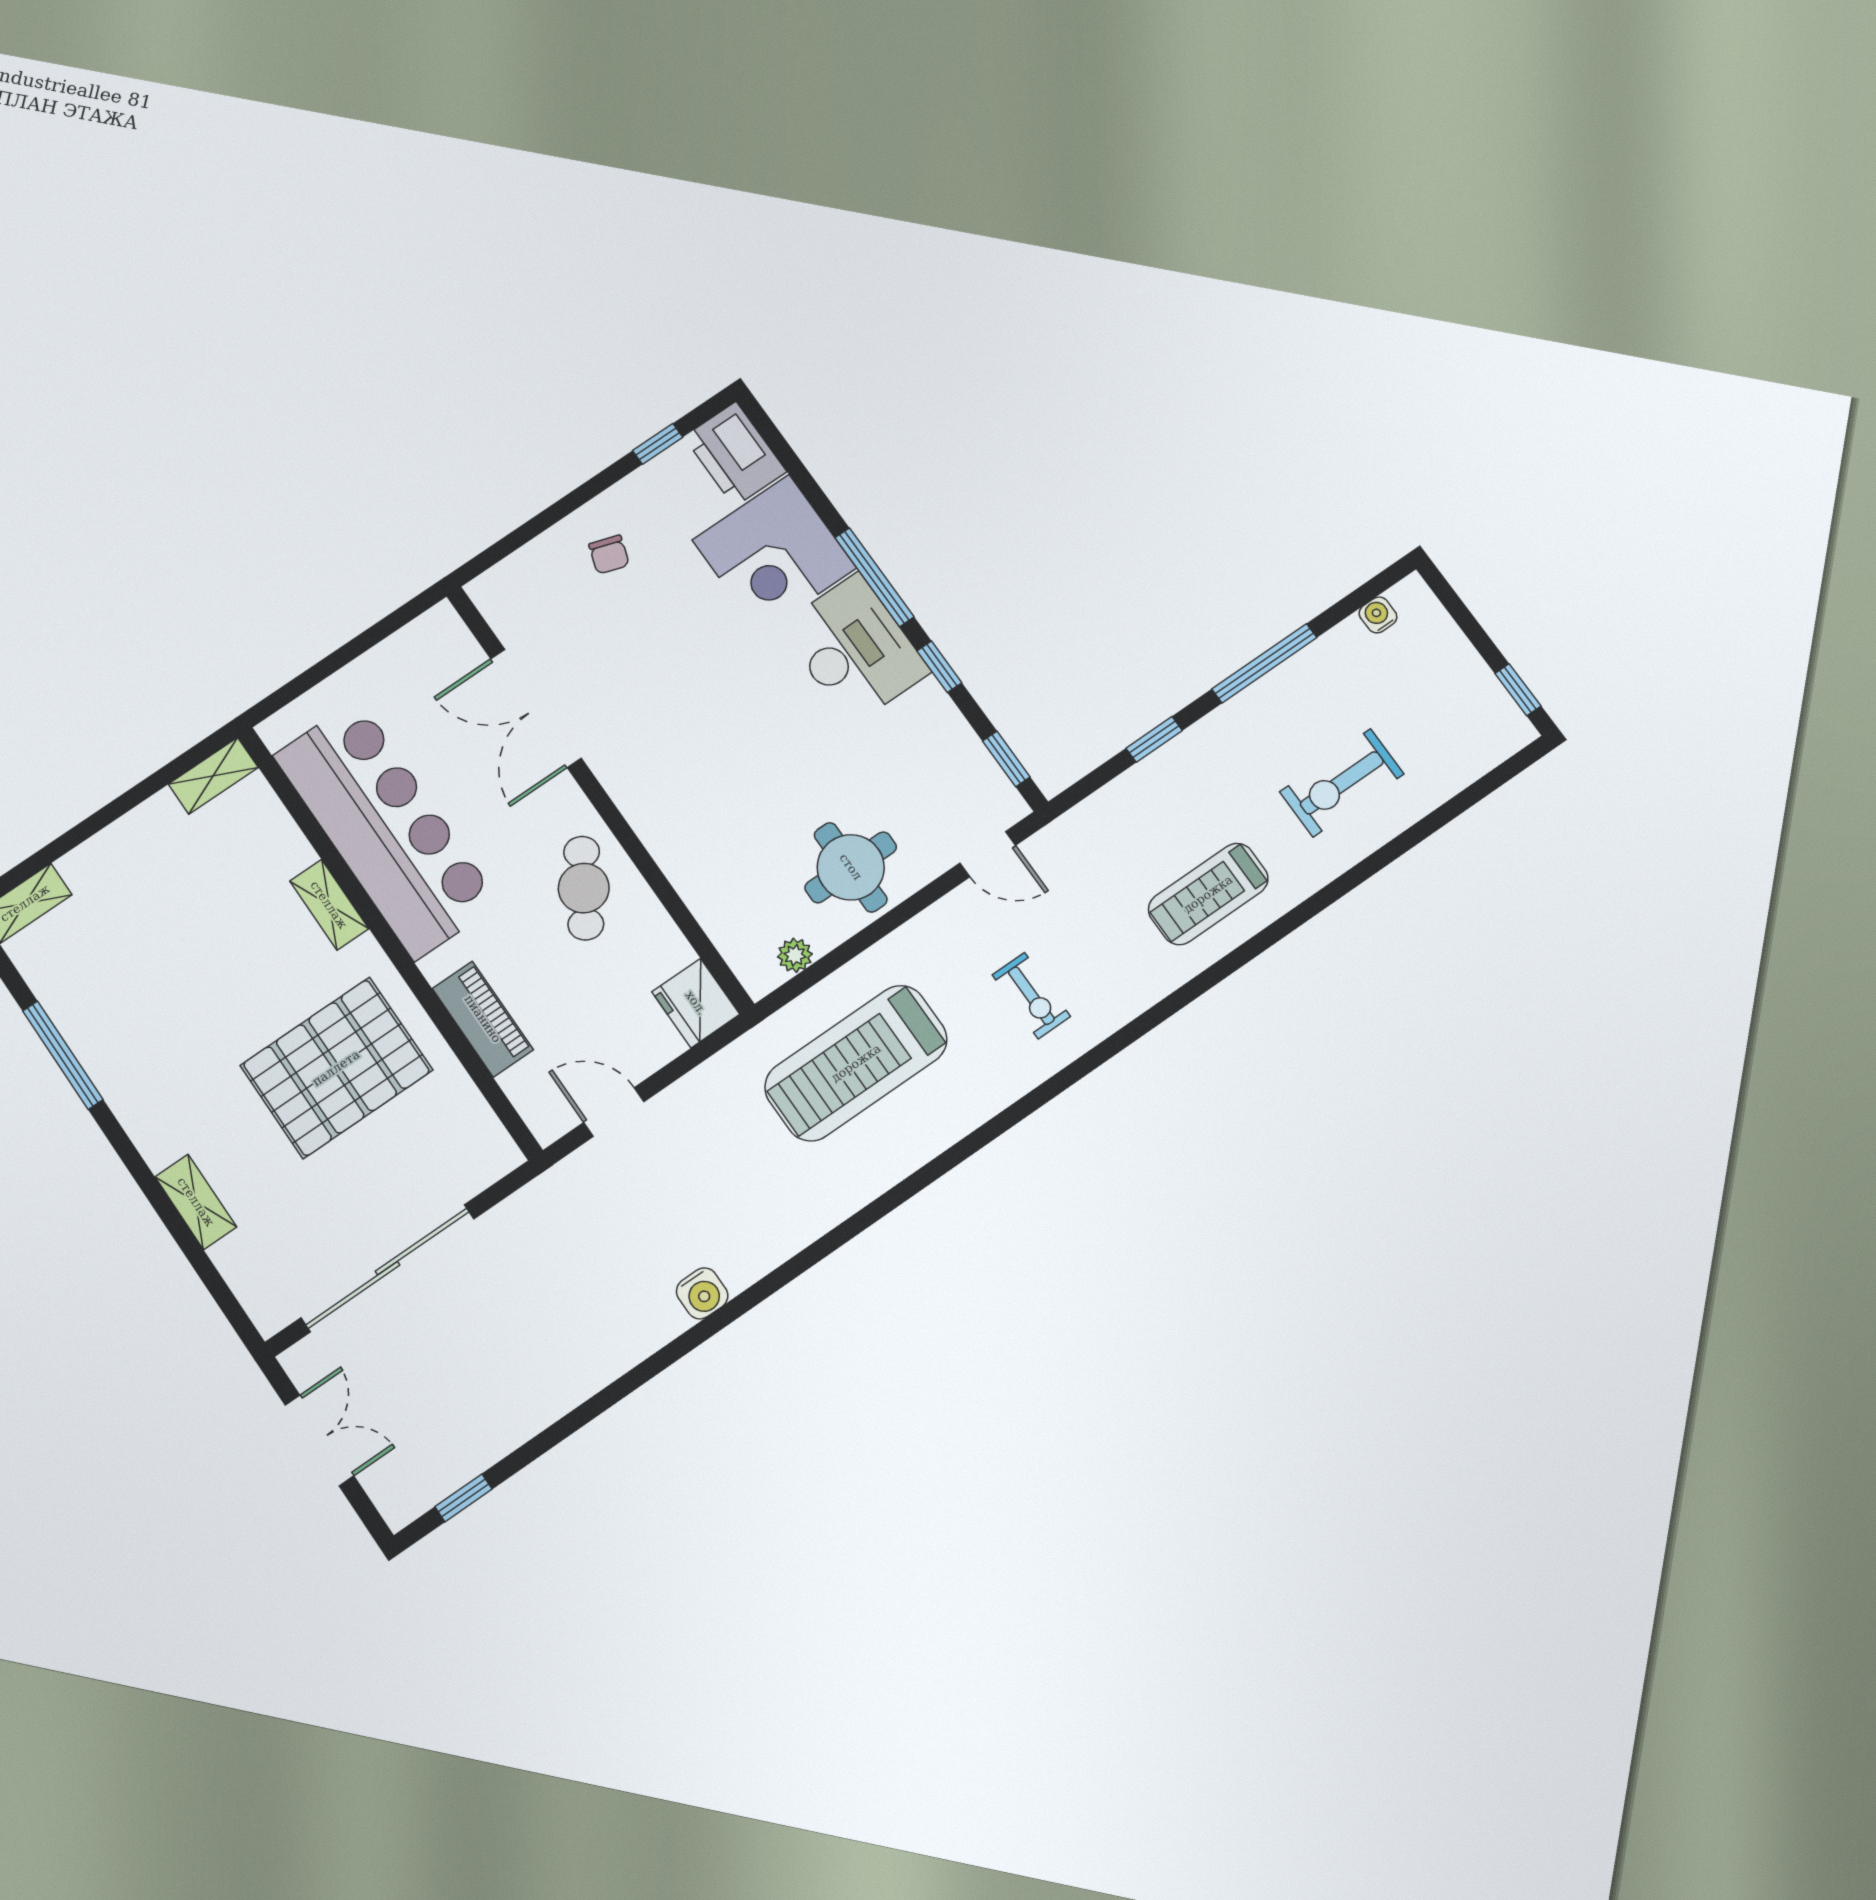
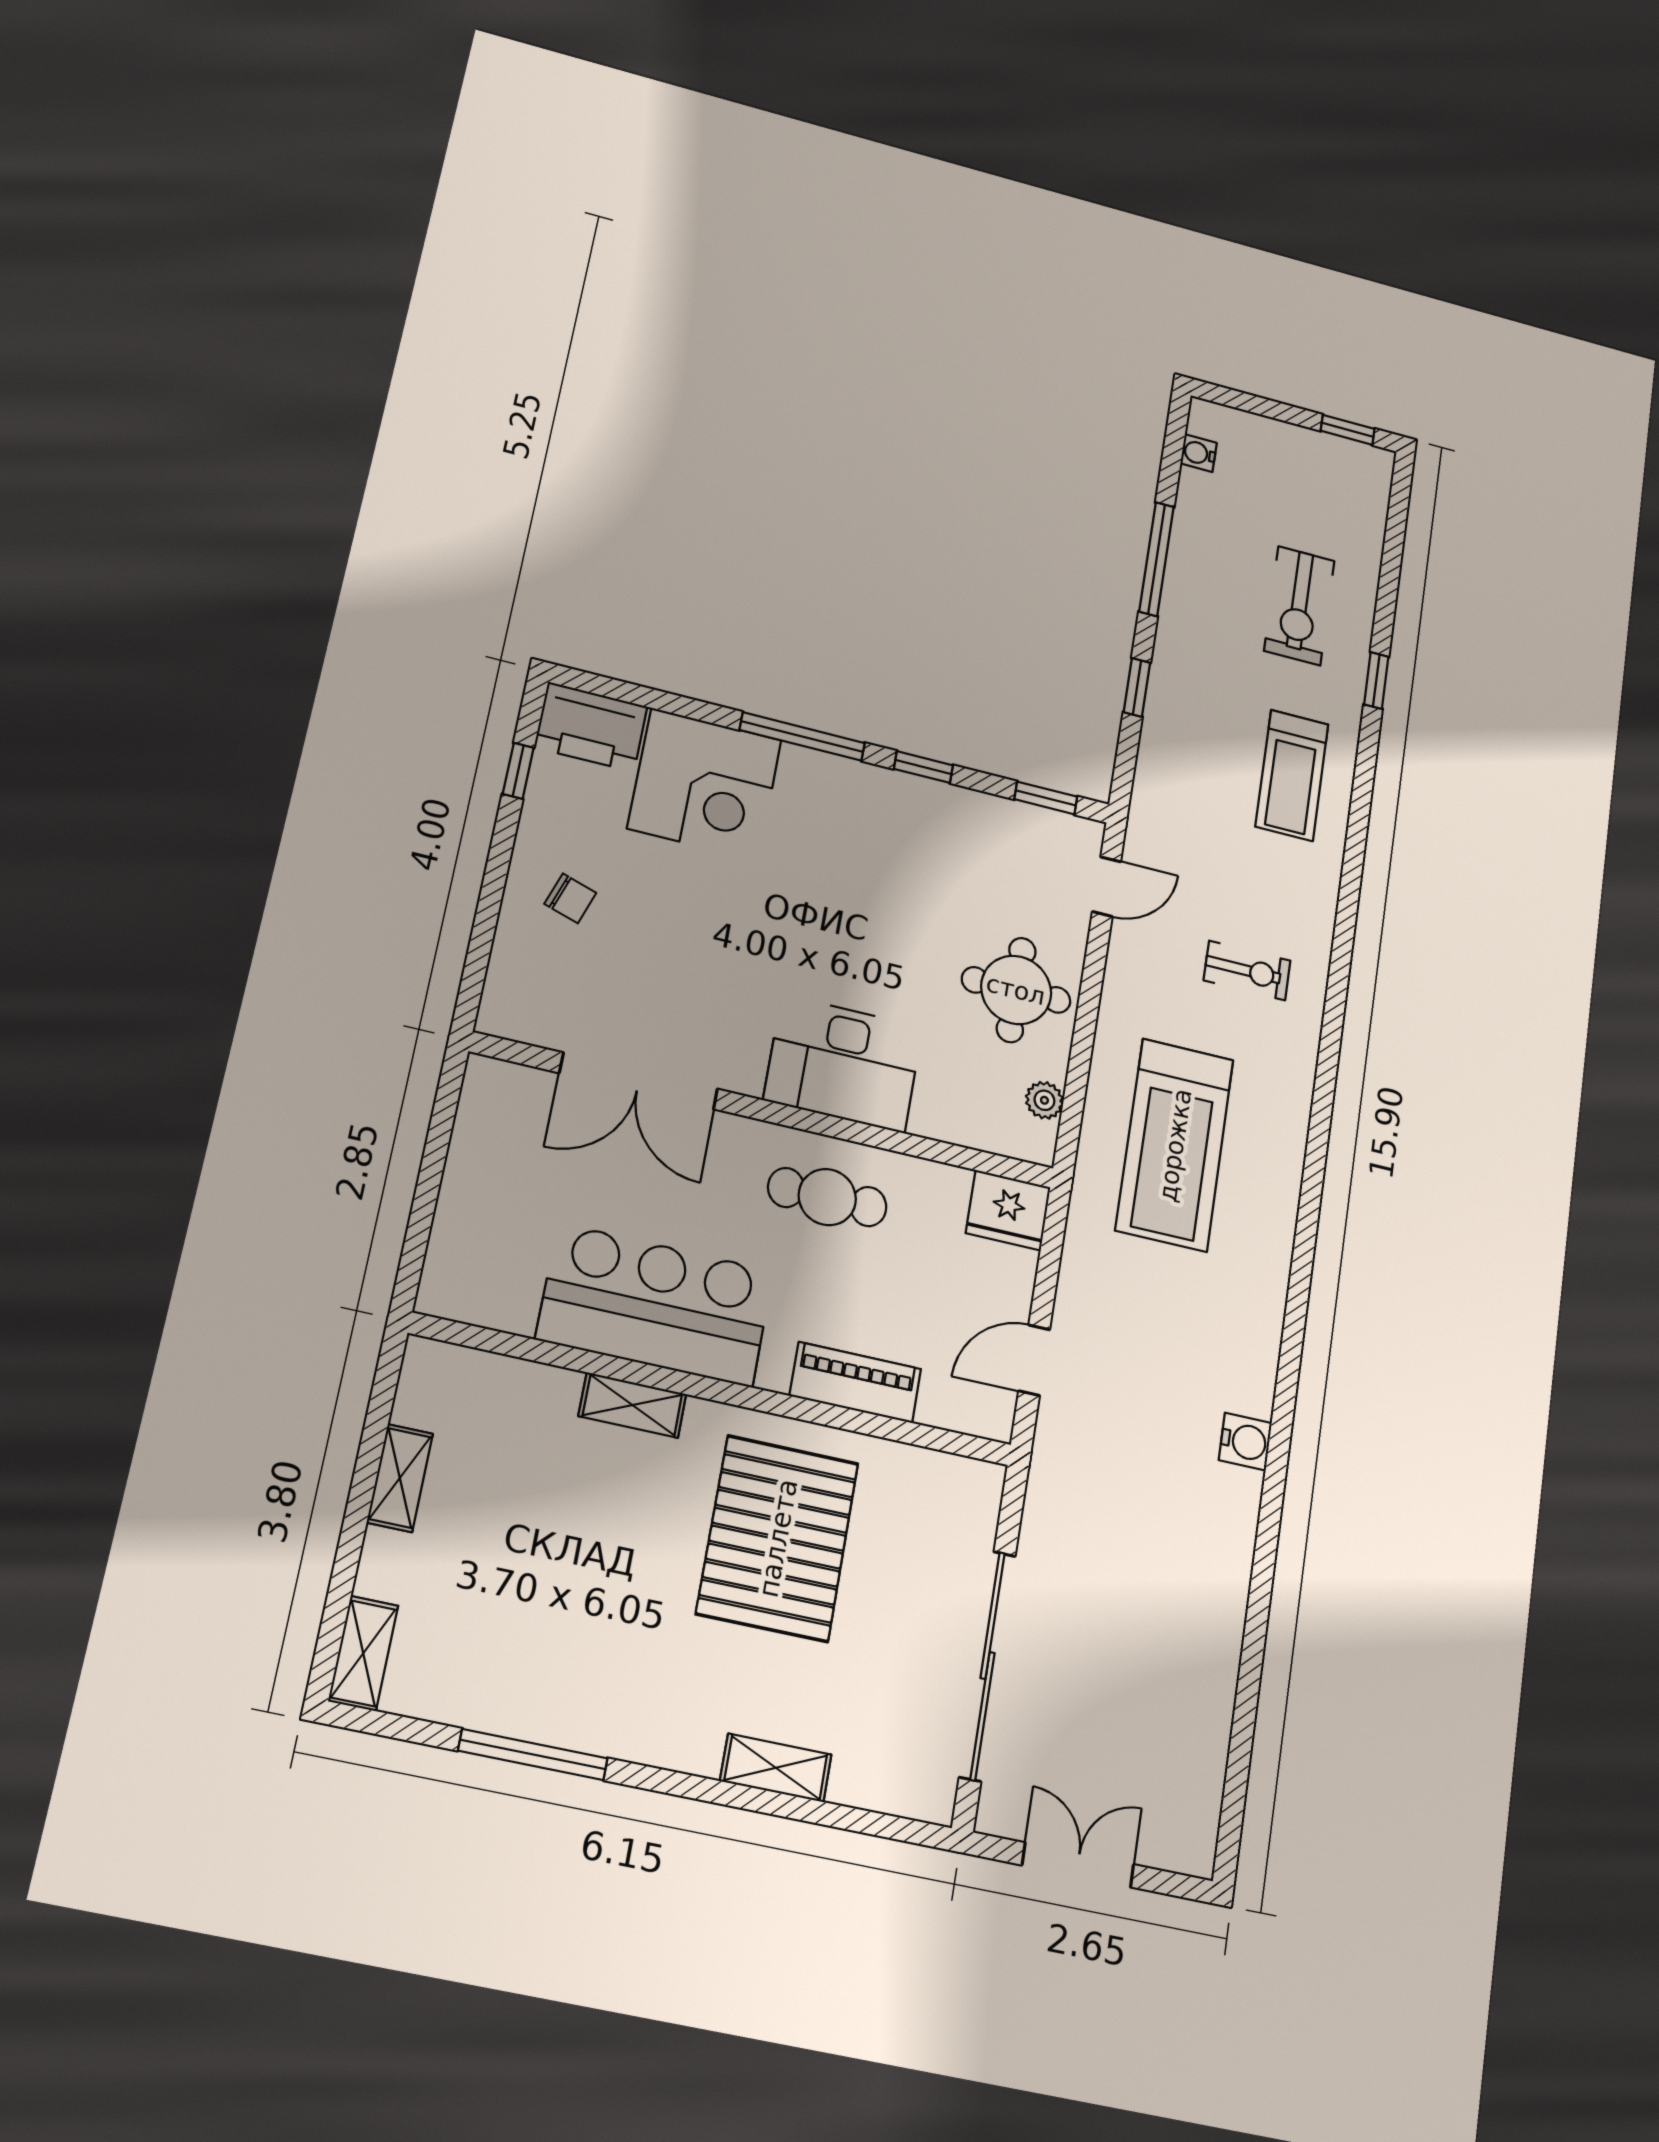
desk: (854, 649) -> (843, 1064), moved, turned 180
shelving: (213, 776) -> (400, 1478), moved
bar counter: (386, 829) -> (655, 1305), width x0.73
cafe table: (584, 888) -> (827, 1197), turned -31
window: (463, 1498) -> (1376, 681), moved

